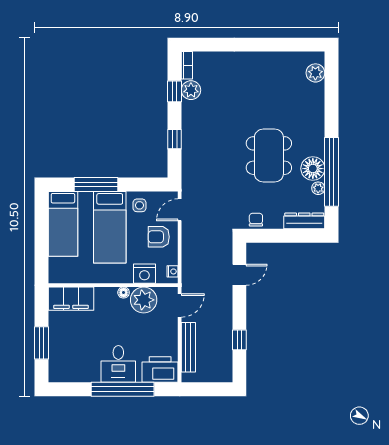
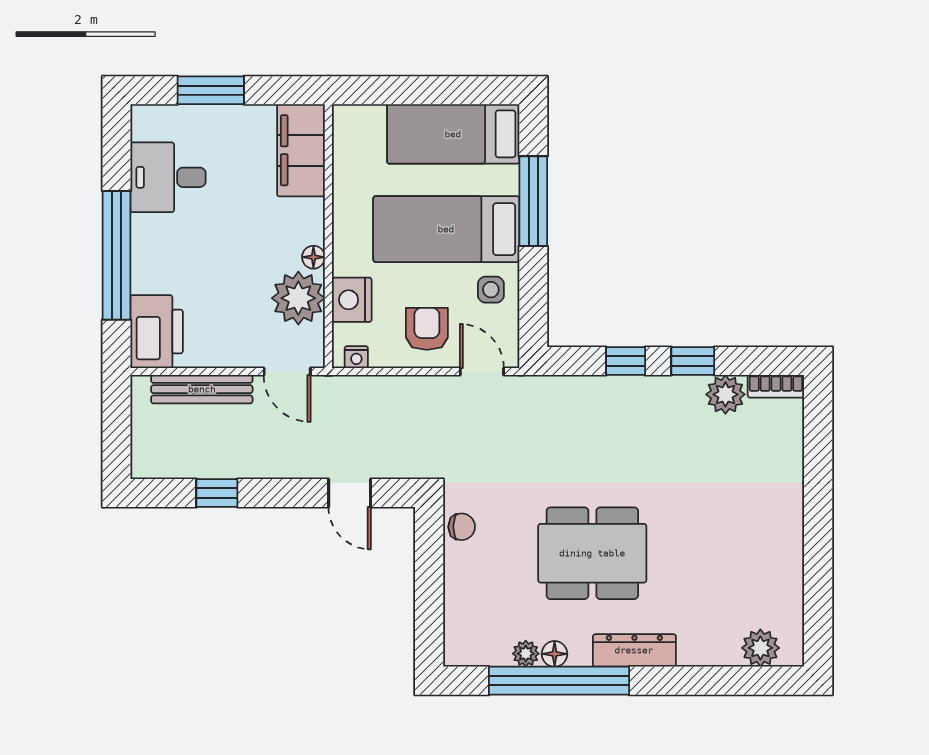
window: (175, 91) -> (693, 361), moved
floor lamp: (313, 169) -> (555, 654), width x0.53, depth x0.53
dresser: (304, 221) -> (634, 650), moved, turned -90
desk: (118, 364) -> (168, 177), moved

